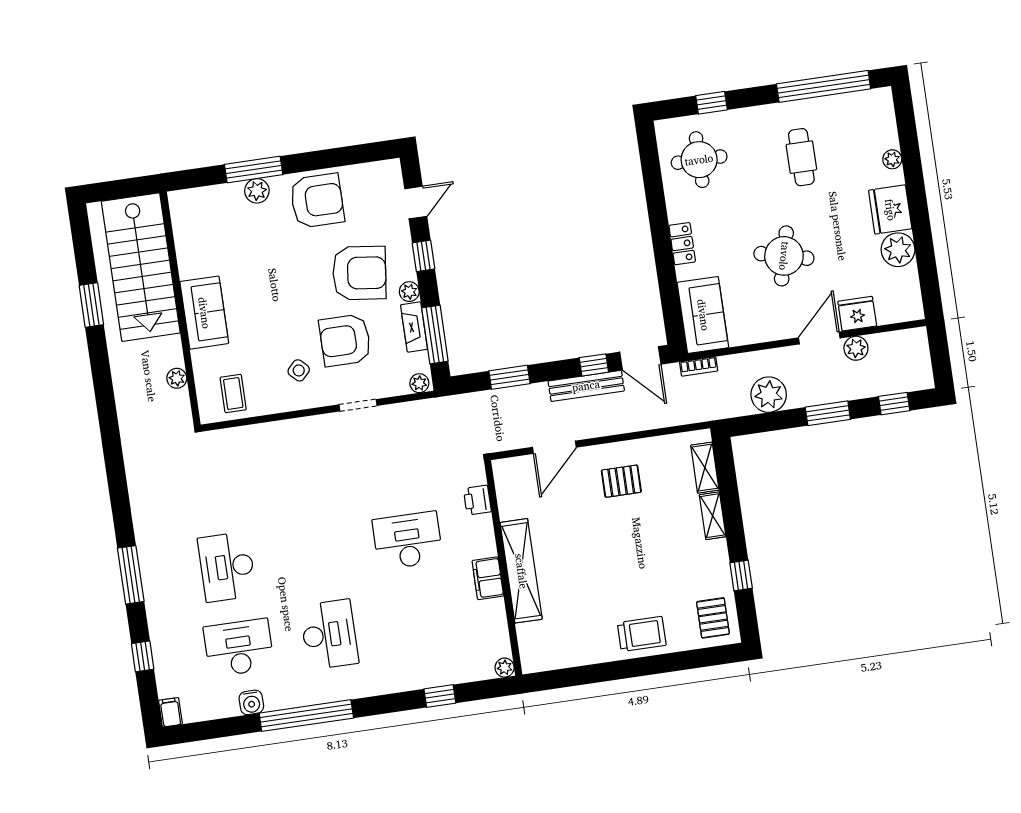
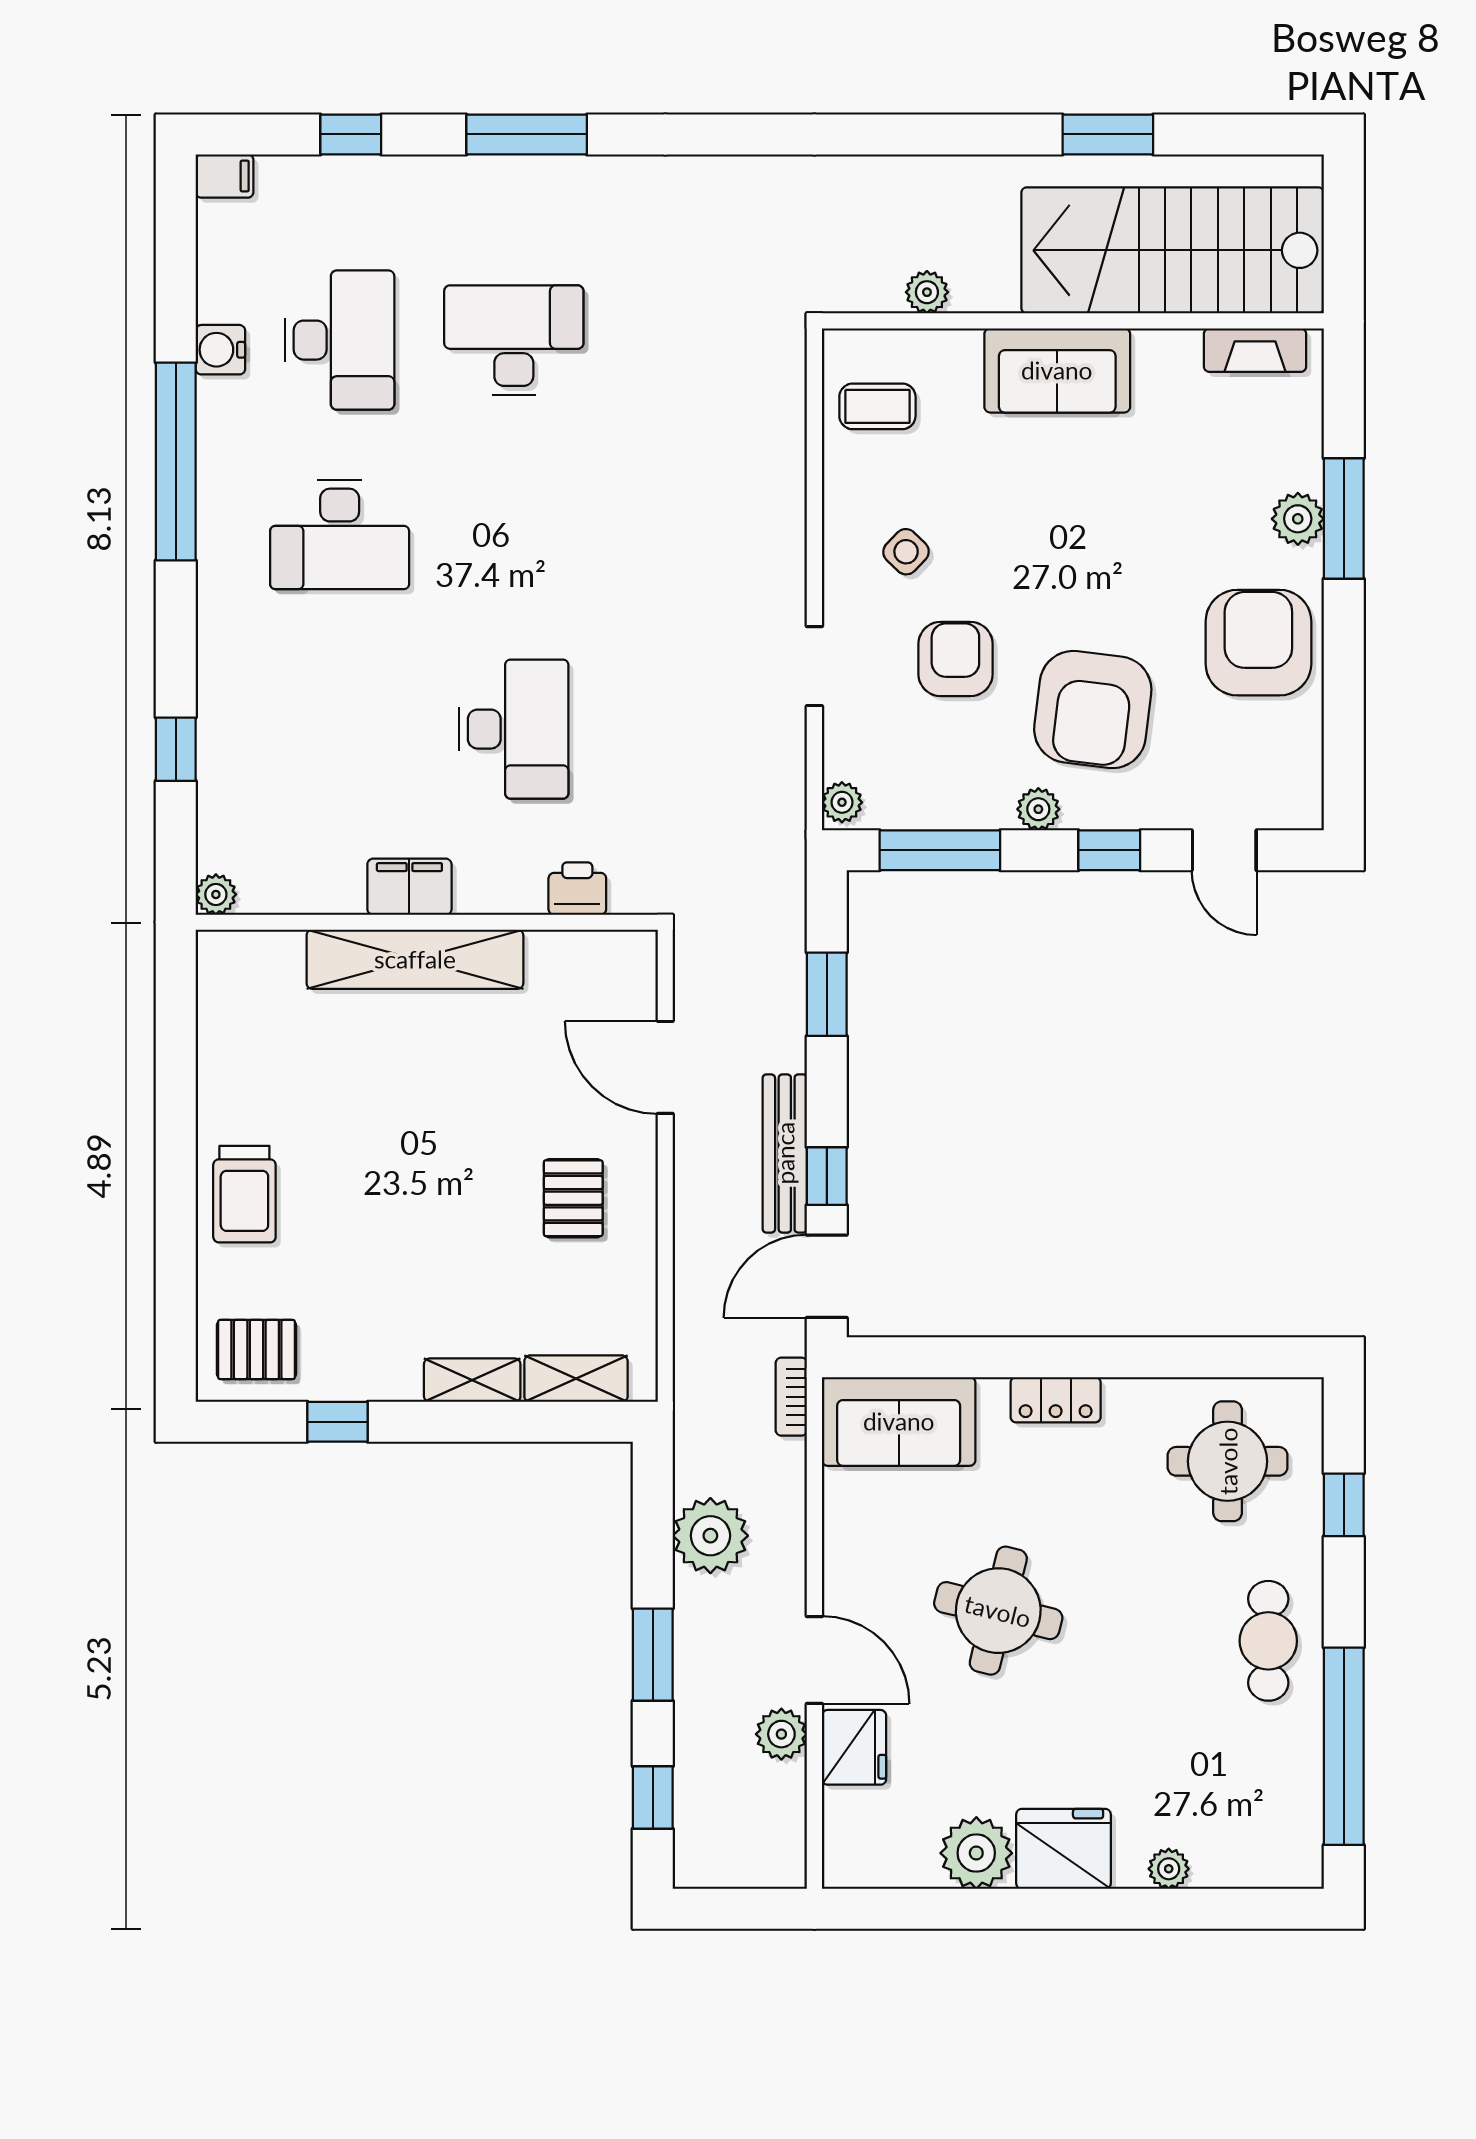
cafe table: (801, 157) -> (1268, 1641), moved, turned 90
armchair: (317, 201) -> (1258, 643), turned 180
fireplace: (414, 327) -> (1255, 350), moved, turned 180
armchair: (345, 340) -> (955, 659), width x0.73, depth x0.73

